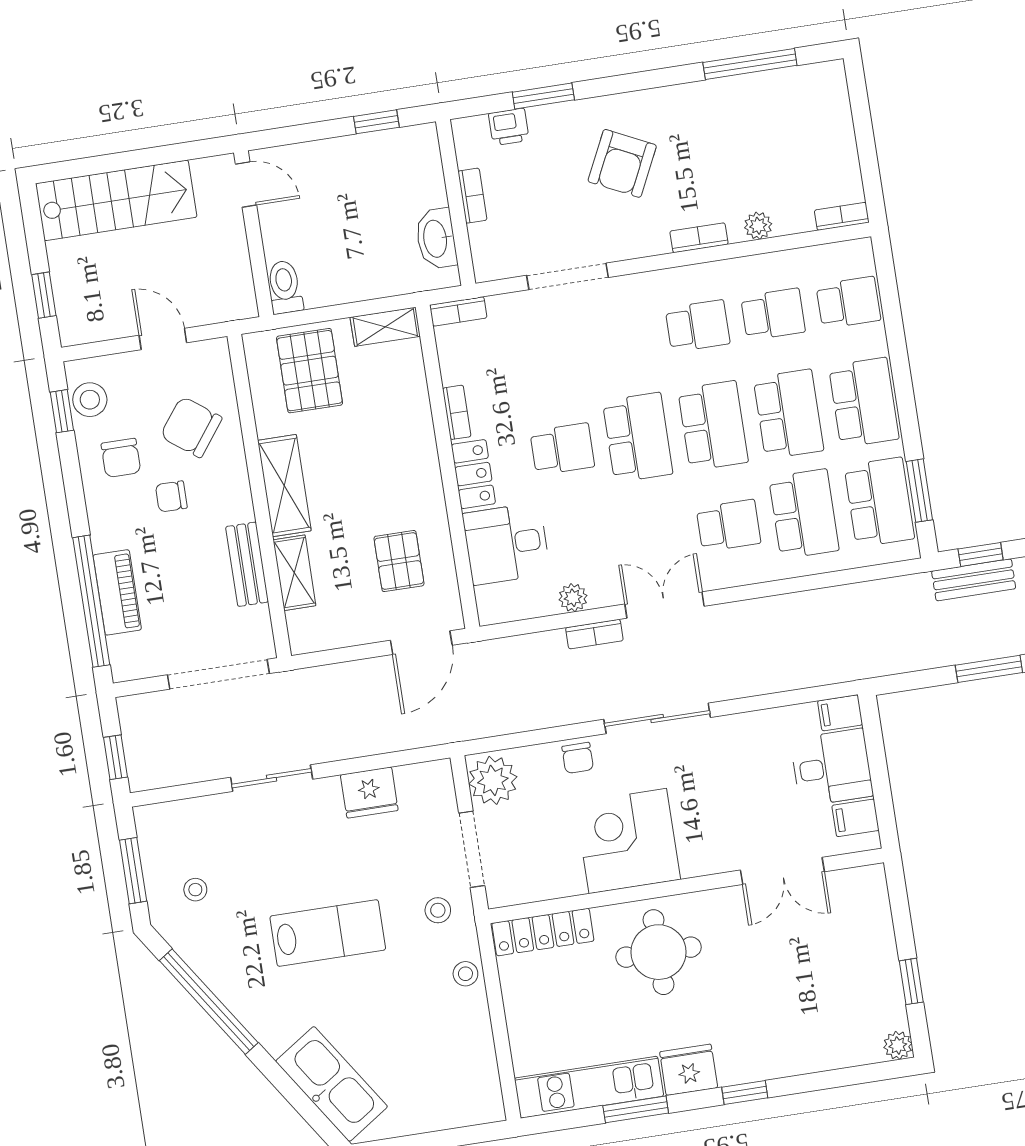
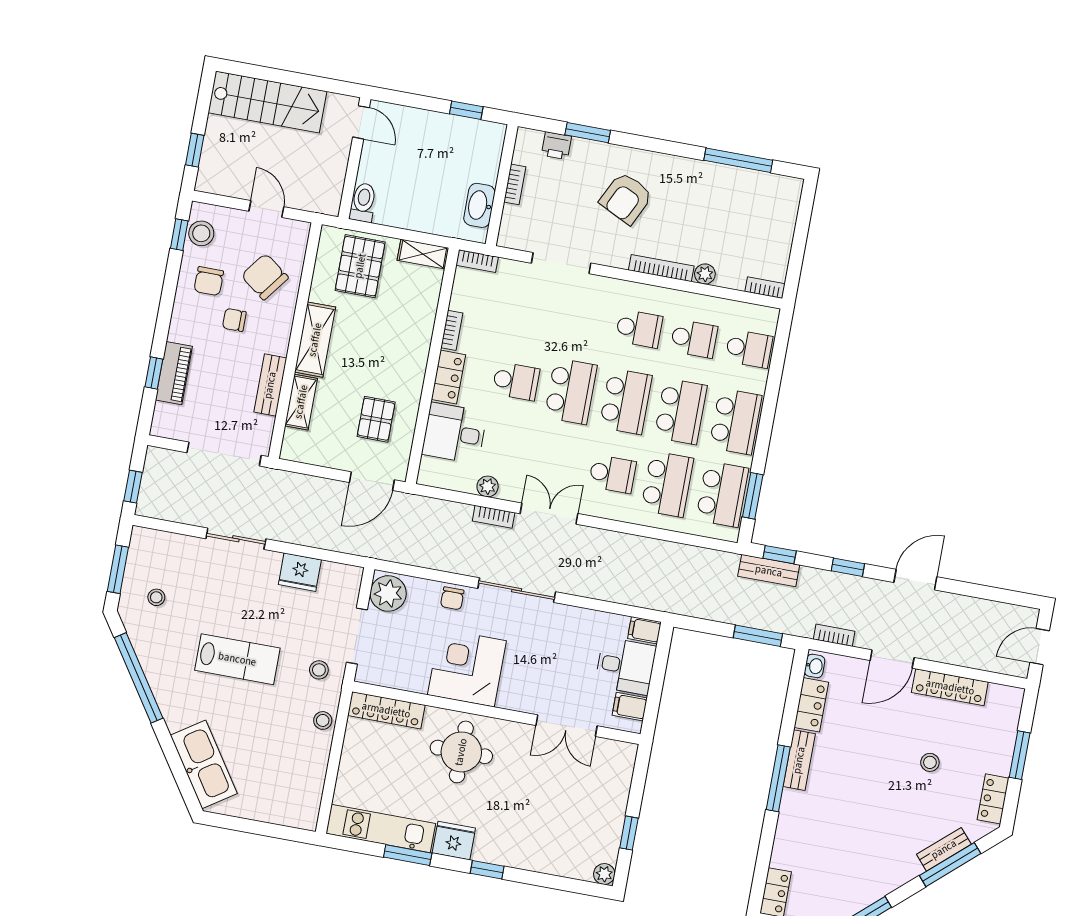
bookcase: (699, 238) -> (661, 268), width x1.56
window: (91, 601) -> (154, 373), width x0.32

